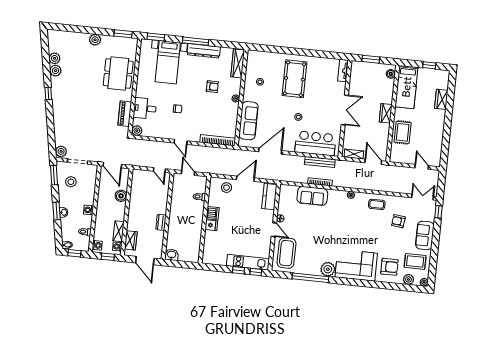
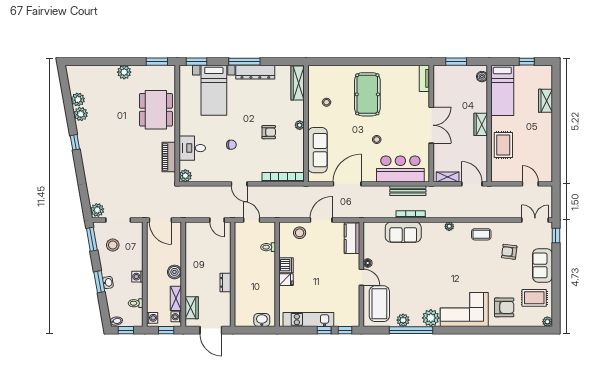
armchair: (212, 87) -> (269, 132), moved
boiler: (121, 196) -> (174, 272), moved
washbasin: (172, 255) -> (262, 320), moved
kitchen unit: (248, 262) -> (308, 319), moved
plant: (409, 279) -> (403, 320), moved

